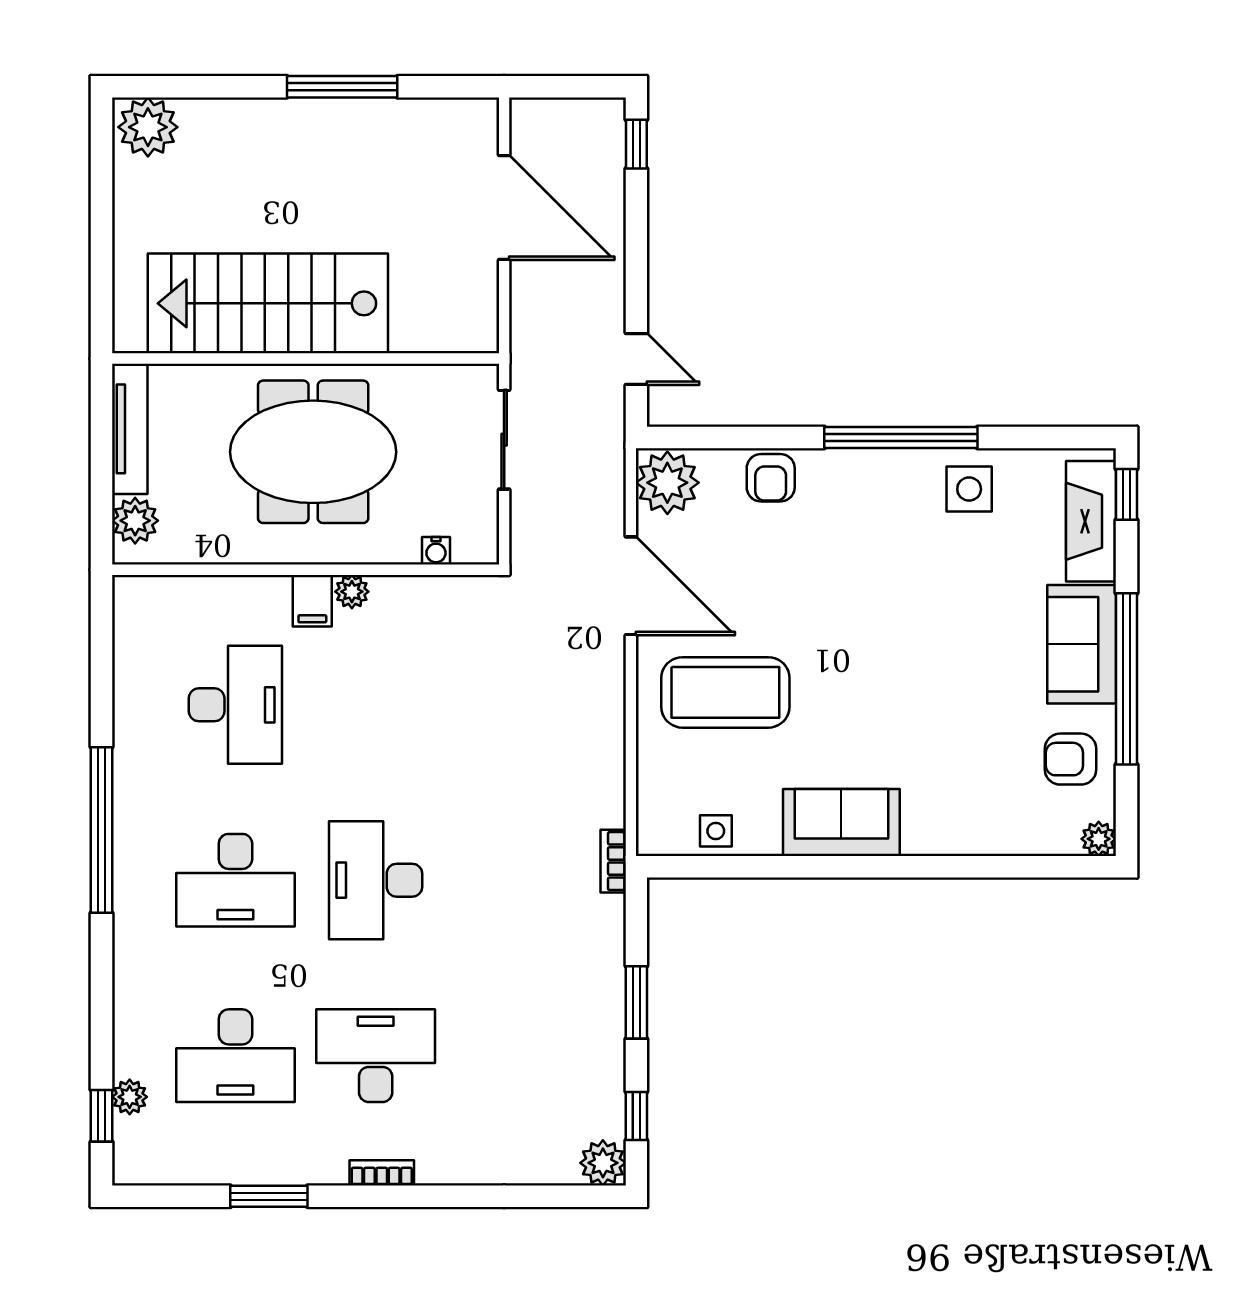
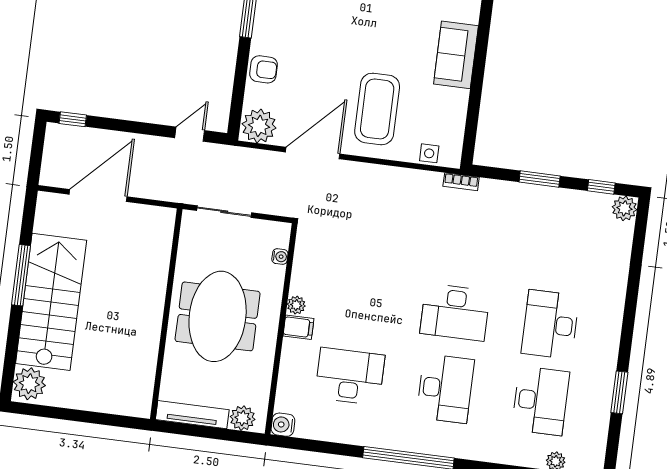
stairs: (268, 303) -> (51, 302), moved, turned 180
water cooler: (133, 595) -> (283, 425), added
side table: (716, 831) -> (429, 153), moved
bookcase: (382, 1173) -> (615, 329), removed

